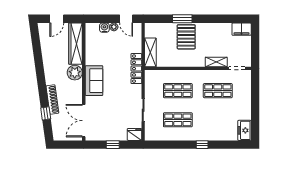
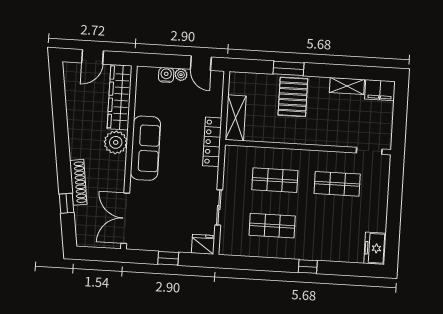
shelving: (216, 62) -> (347, 86), moved
sofa: (94, 81) -> (145, 148), width x1.36

